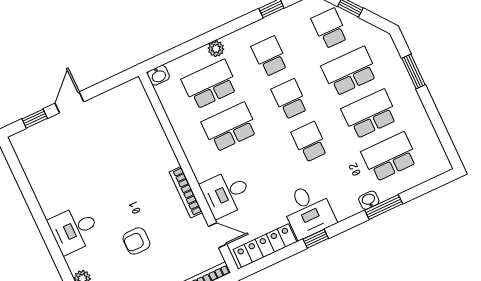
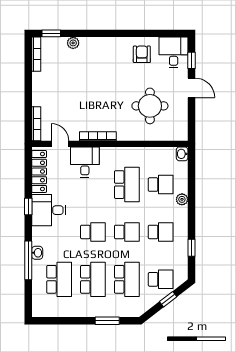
school desk: (210, 84) -> (161, 185), width x0.54
round table: (117, 144) -> (150, 106), added
window: (384, 207) -> (28, 260), width x1.44
desk: (74, 229) -> (174, 52), moved
door: (218, 235) -> (60, 144), swing flipped
armchair: (136, 241) -> (142, 54), moved

